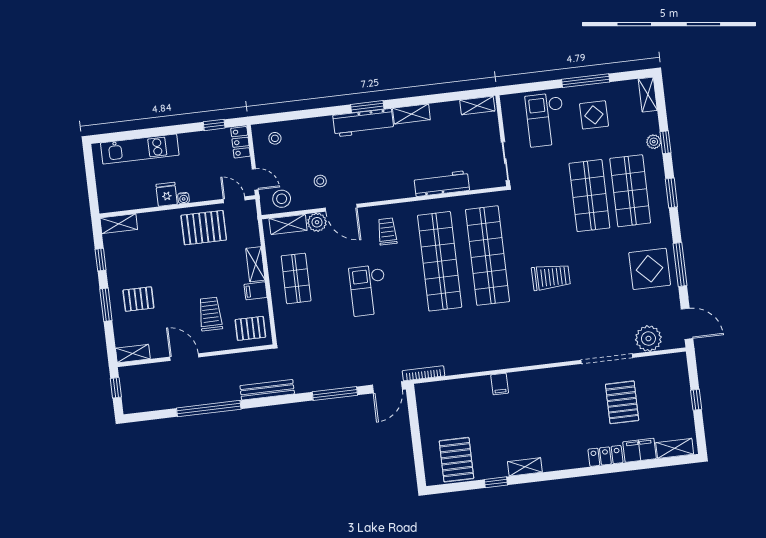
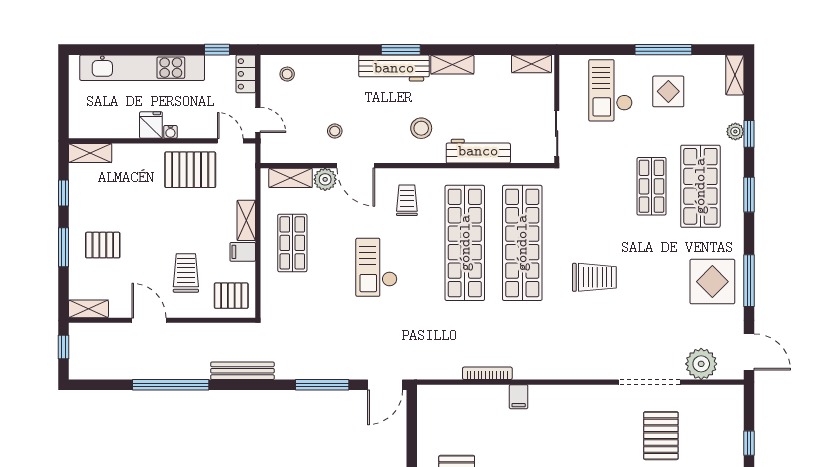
kitchen unit: (140, 149) -> (142, 68), width x1.36
shop shelf: (589, 196) -> (652, 186), width x0.70, depth x0.74
stool: (282, 199) -> (421, 128), moved
bookcase: (423, 373) -> (487, 373), moved

